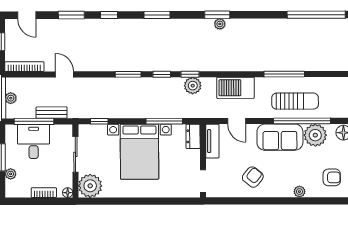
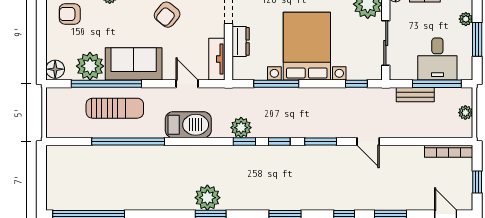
plant: (220, 24) -> (207, 198), width x1.87, depth x1.87
door: (64, 74) -> (368, 142), moved
window: (284, 74) -> (128, 142), width x1.46
sun lounger: (295, 101) -> (115, 108), turned 180
dresser: (193, 136) -> (241, 41), moved

